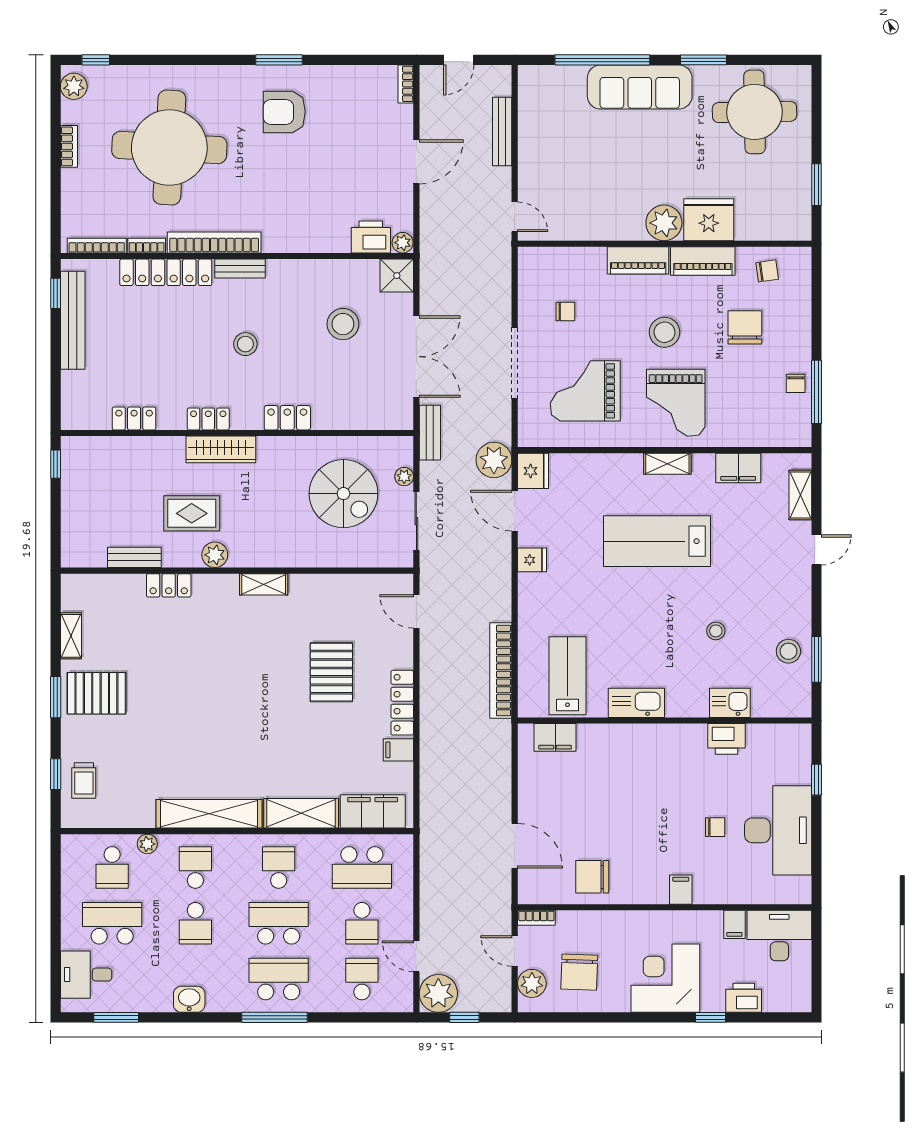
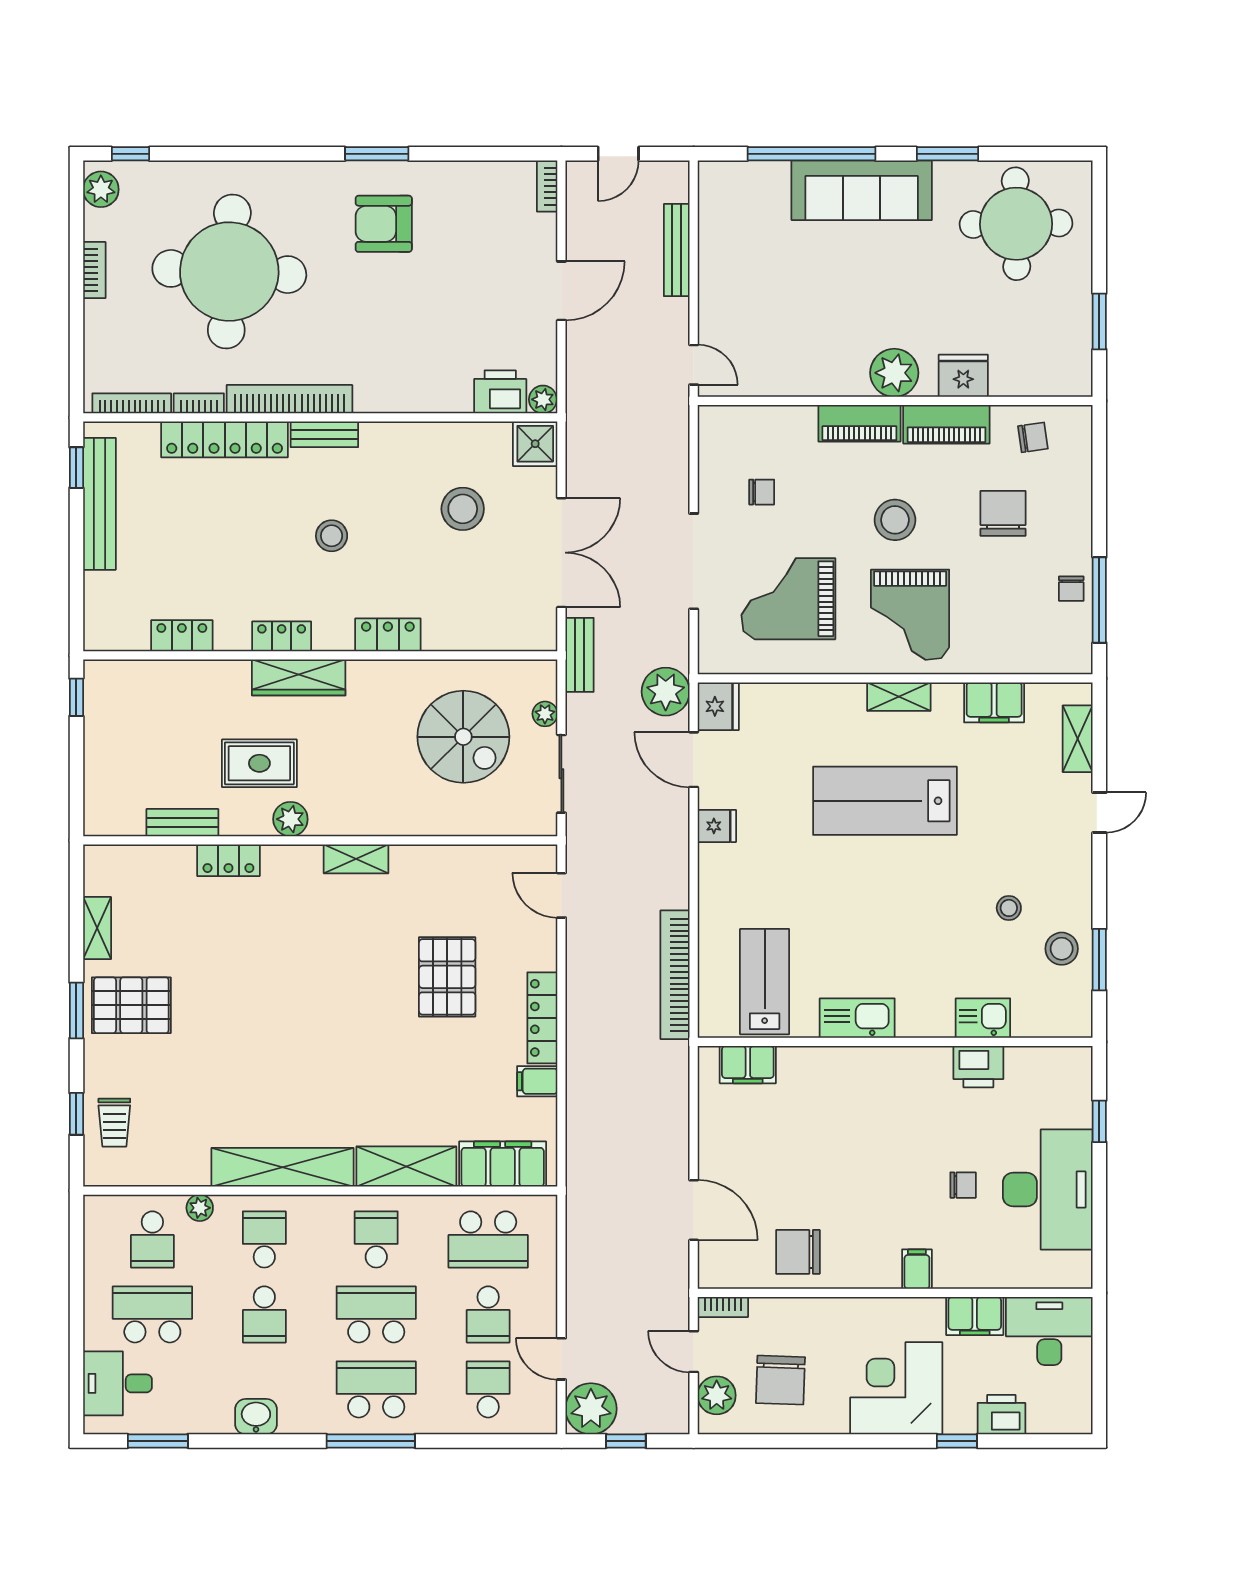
fridge: (709, 220) -> (963, 376), width x0.73, depth x0.75
stool: (716, 631) -> (1009, 908), moved
filing cabinet: (734, 924) -> (975, 1316), width x2.00

